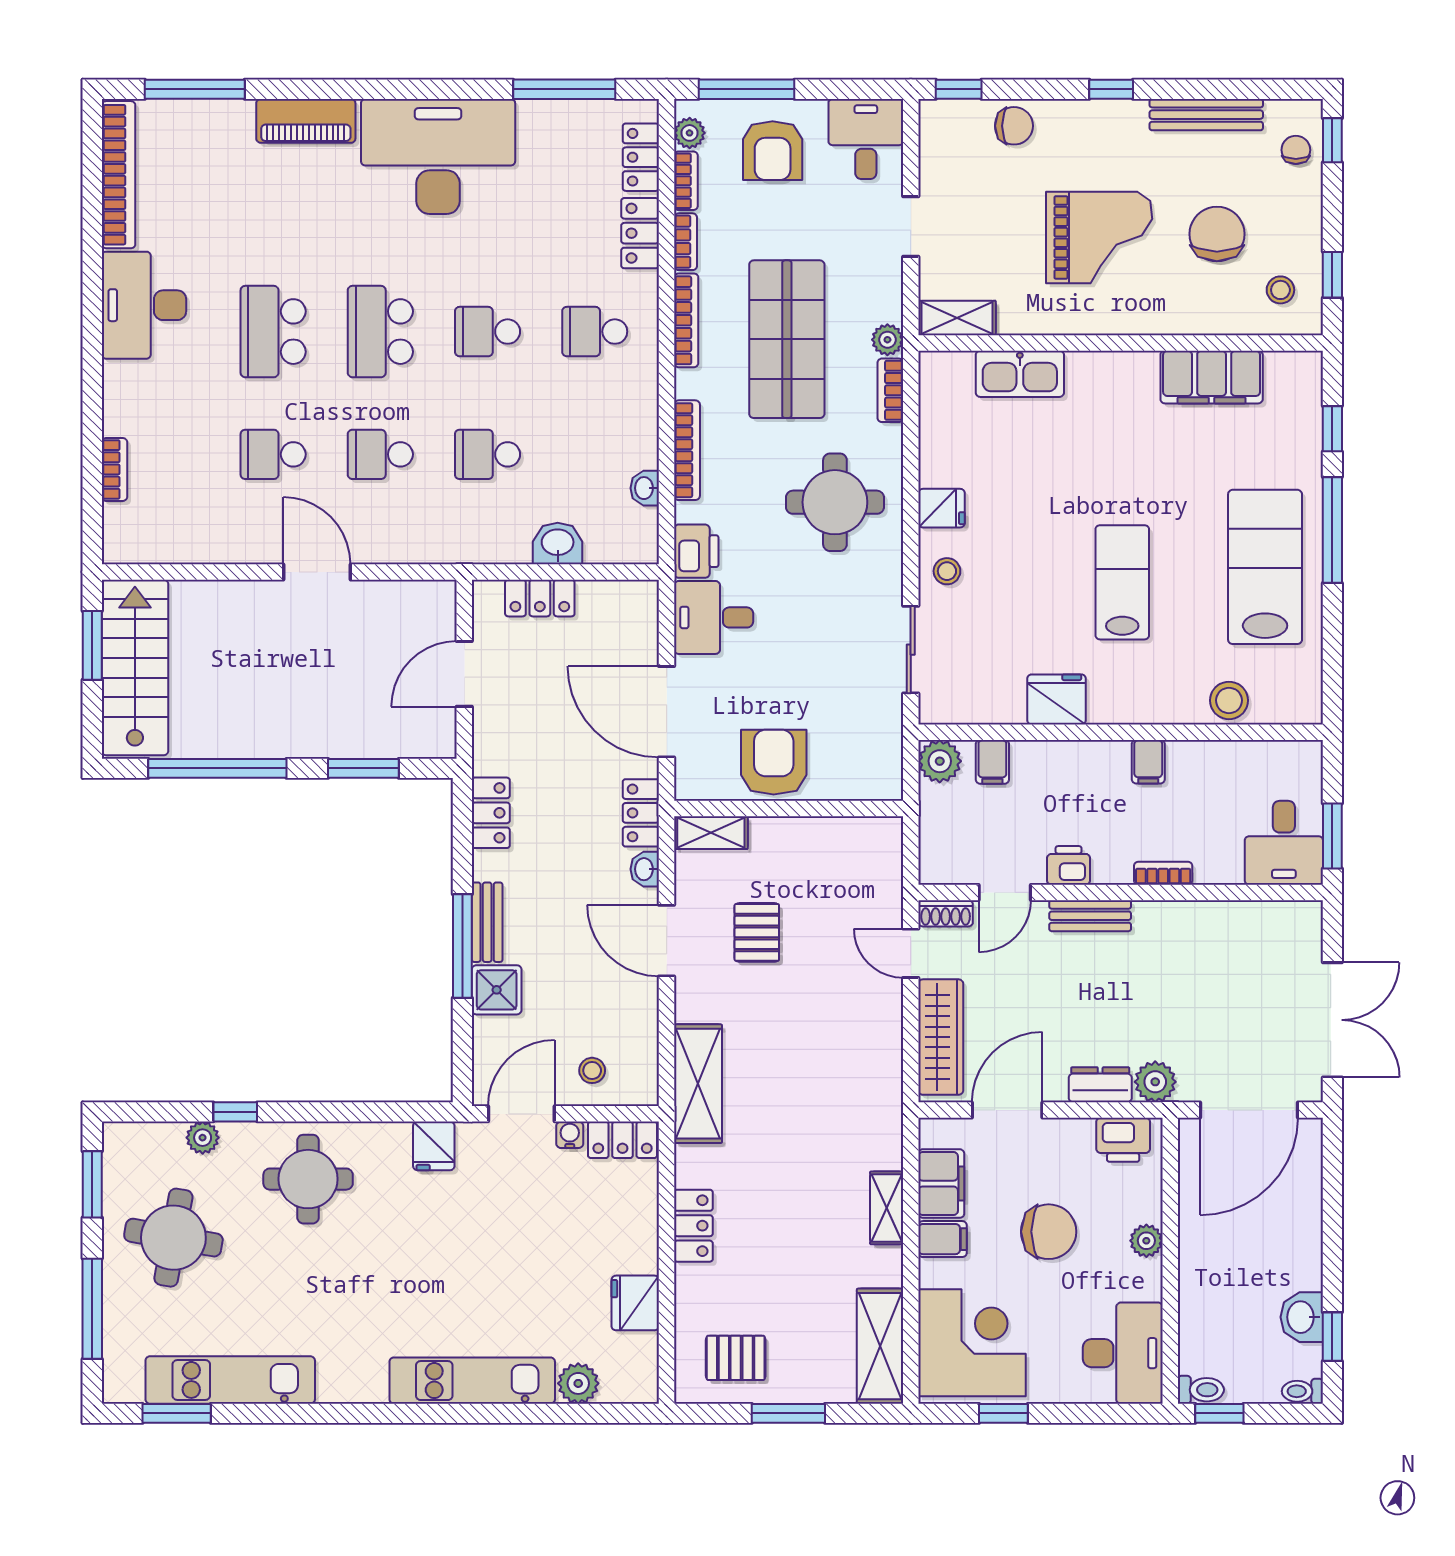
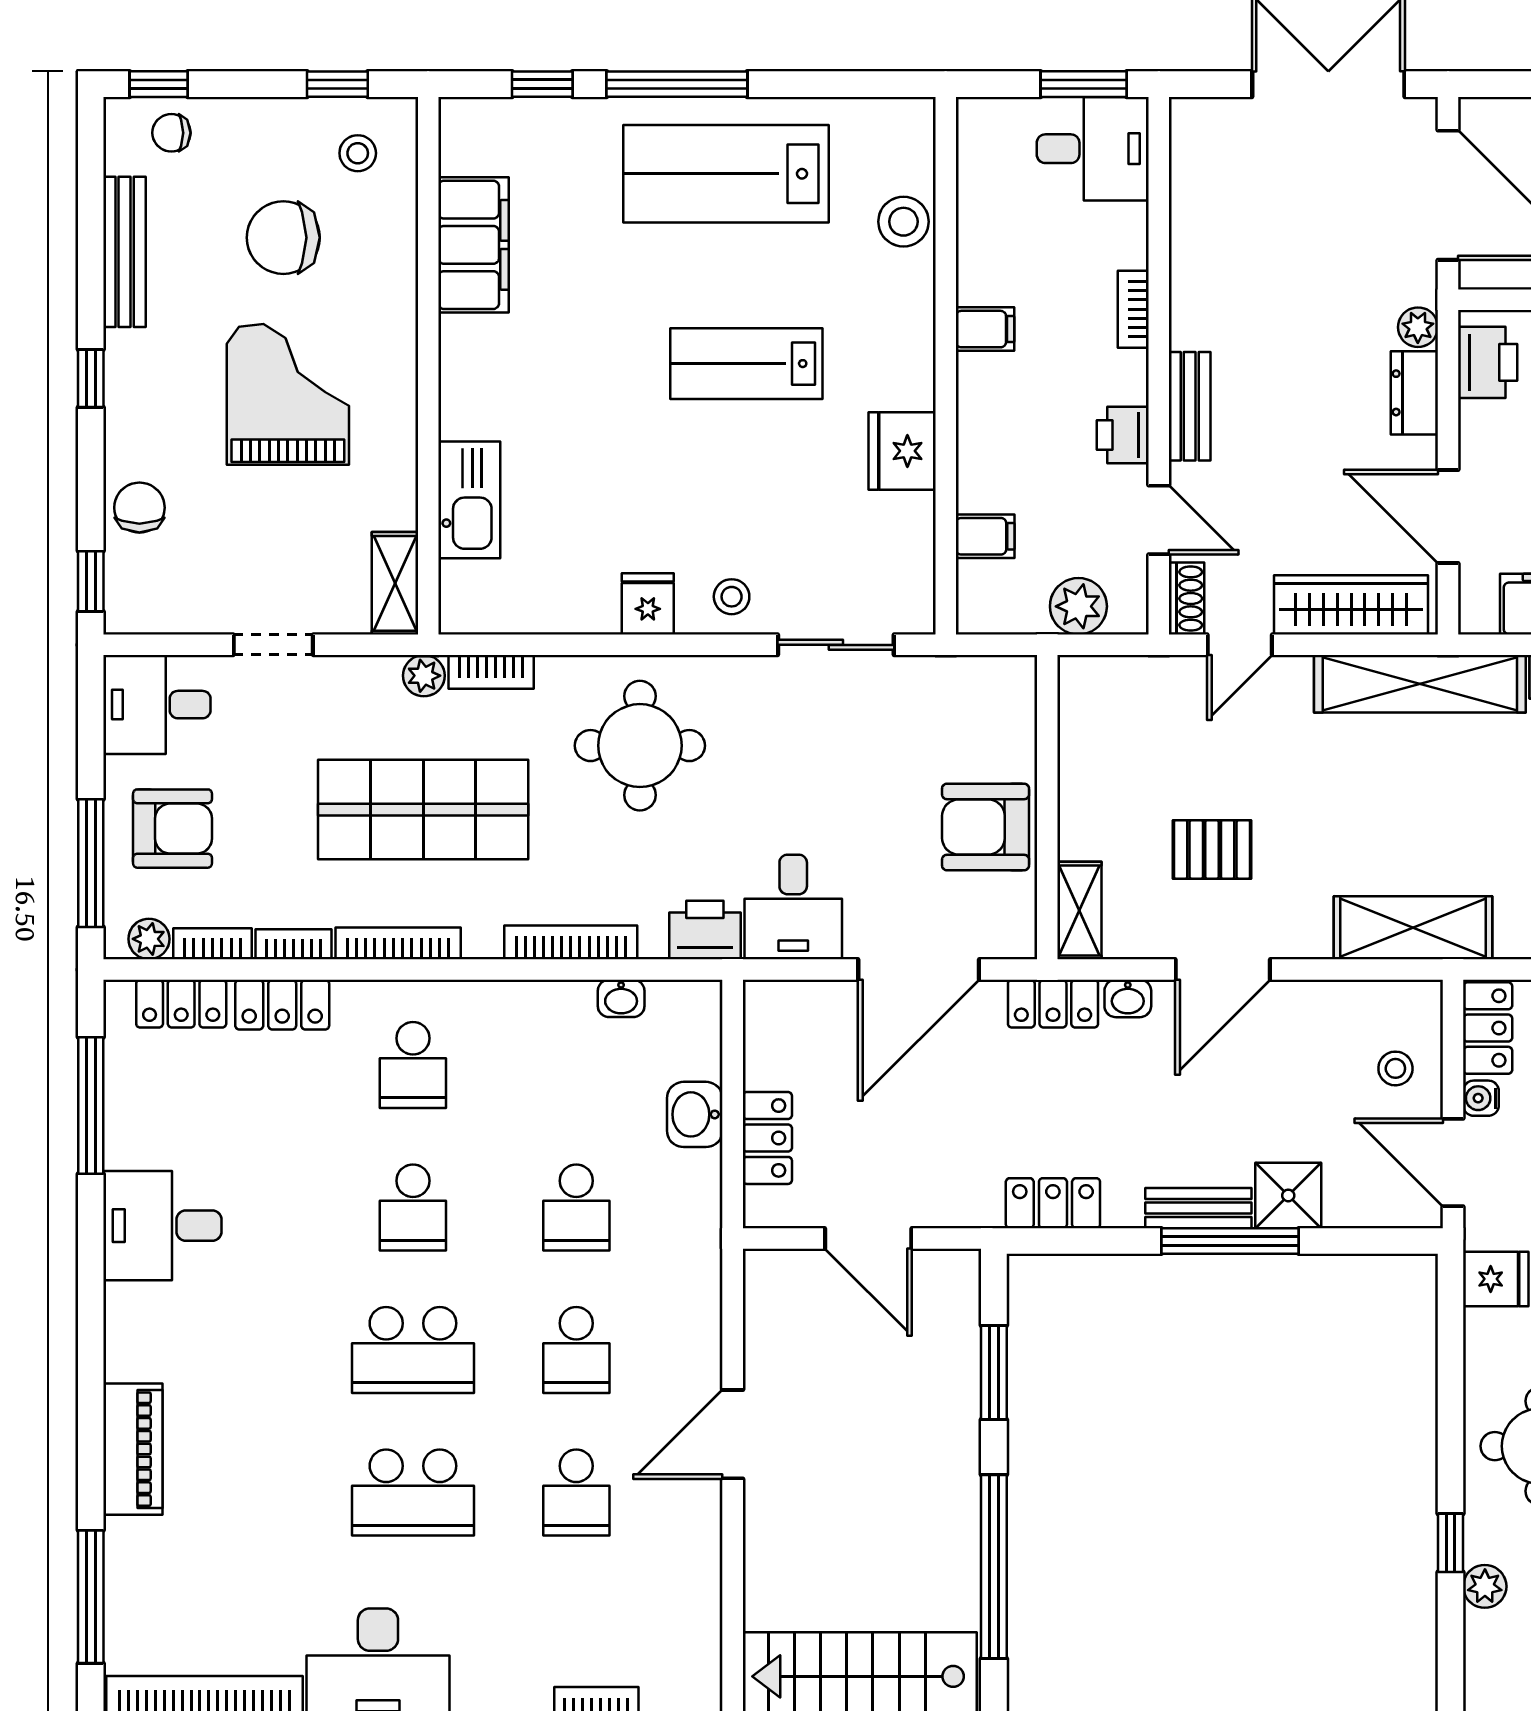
desk: (438, 156) -> (162, 1226), width x0.53, depth x0.77
plant: (940, 761) -> (1078, 606), moved
plant: (1155, 1082) -> (1418, 327), width x0.73, depth x0.73
shelving: (881, 1089) -> (1420, 684), added

